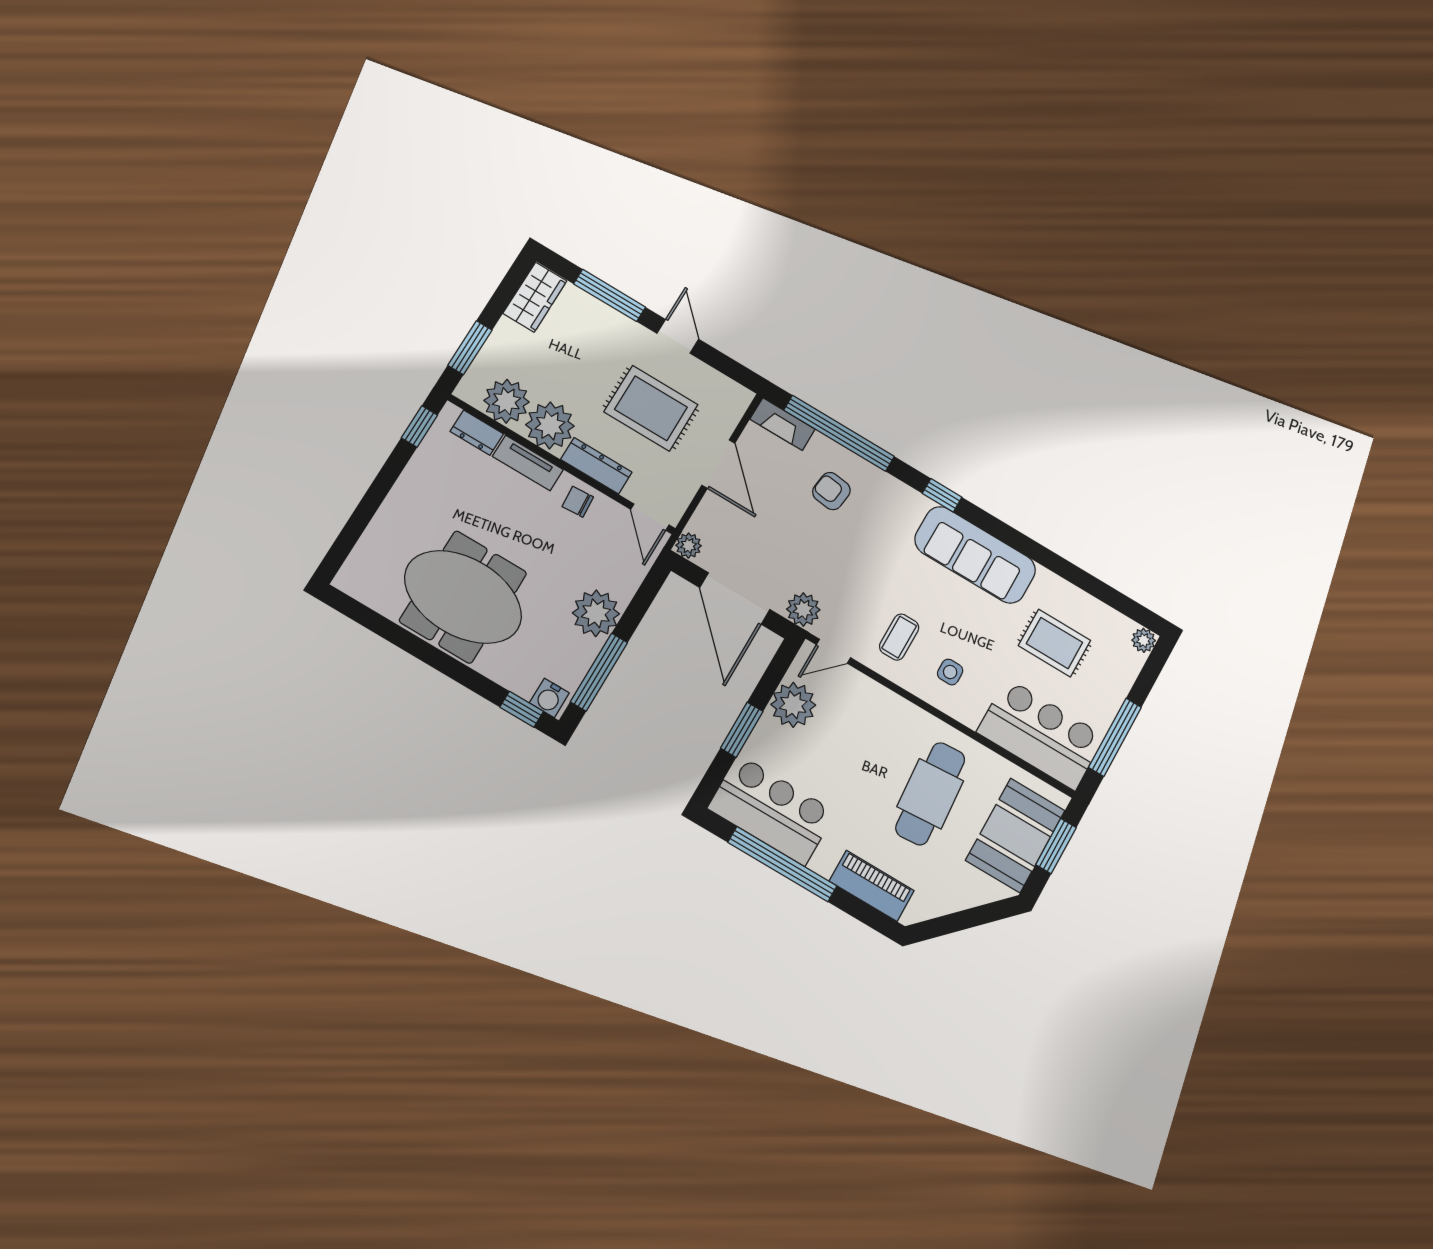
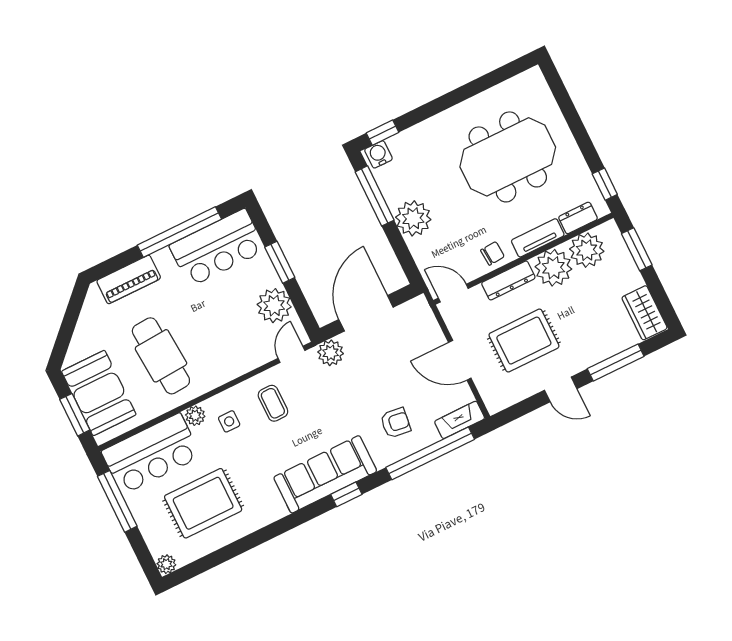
plant: (689, 546) -> (195, 416), moved
sofa: (975, 555) -> (325, 474), moved
meeting table: (463, 597) -> (508, 157), moved
door: (735, 599) -> (366, 313), hinge flipped
rug: (1054, 643) -> (203, 503), width x1.36, depth x1.43

